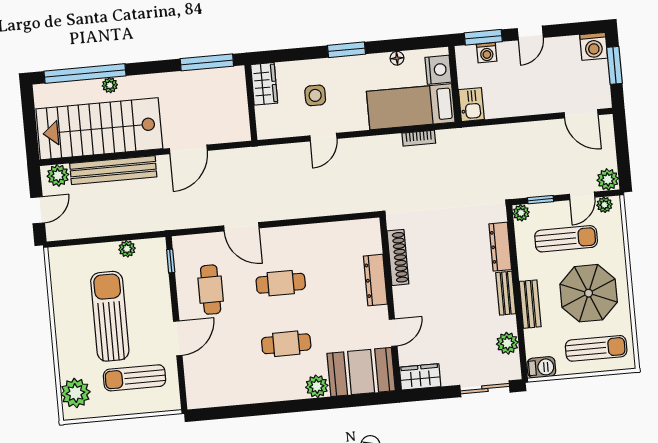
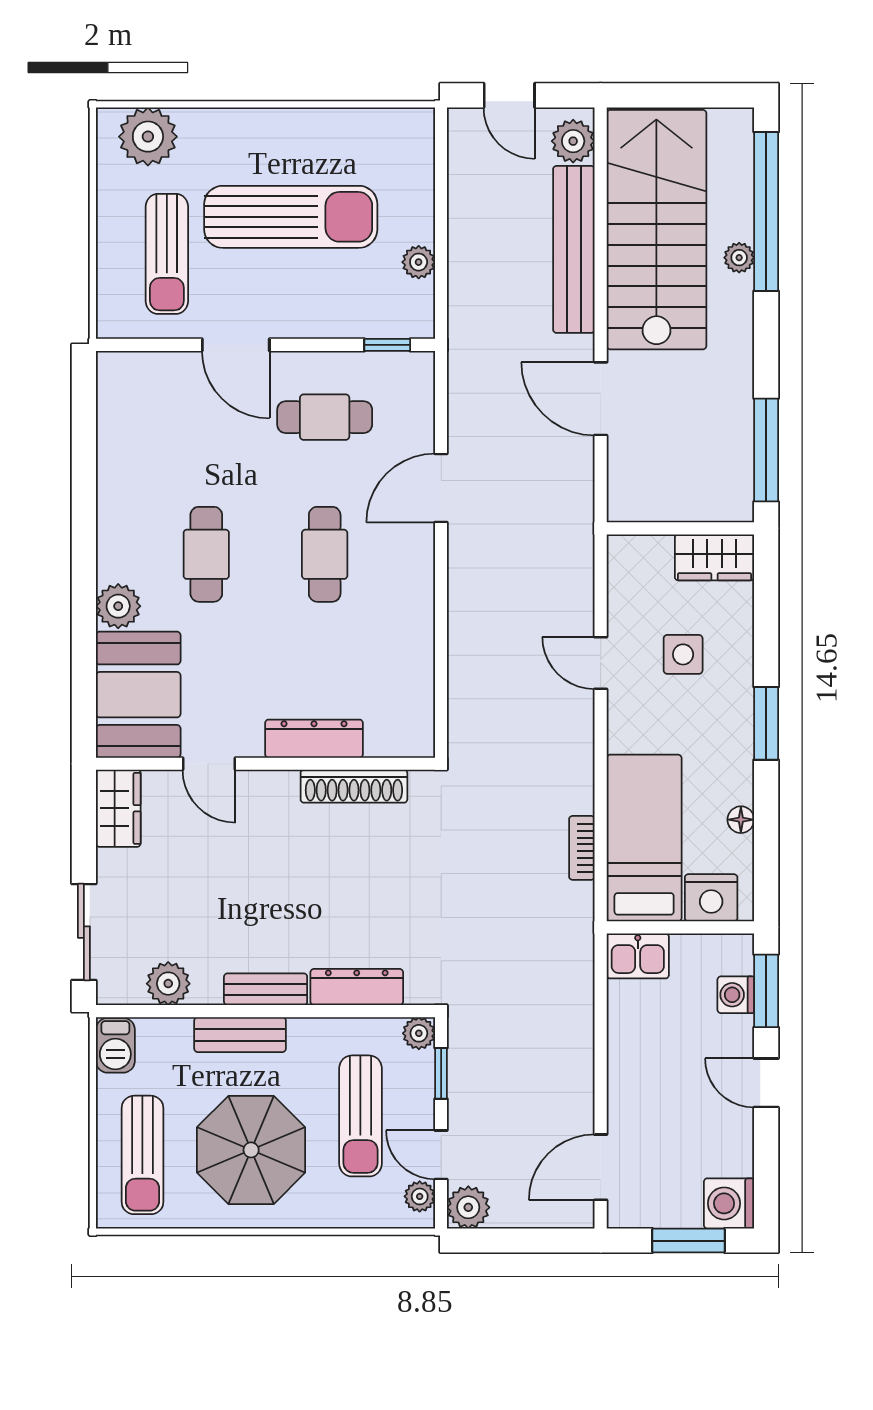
sun lounger: (134, 378) -> (167, 254), turned 180

